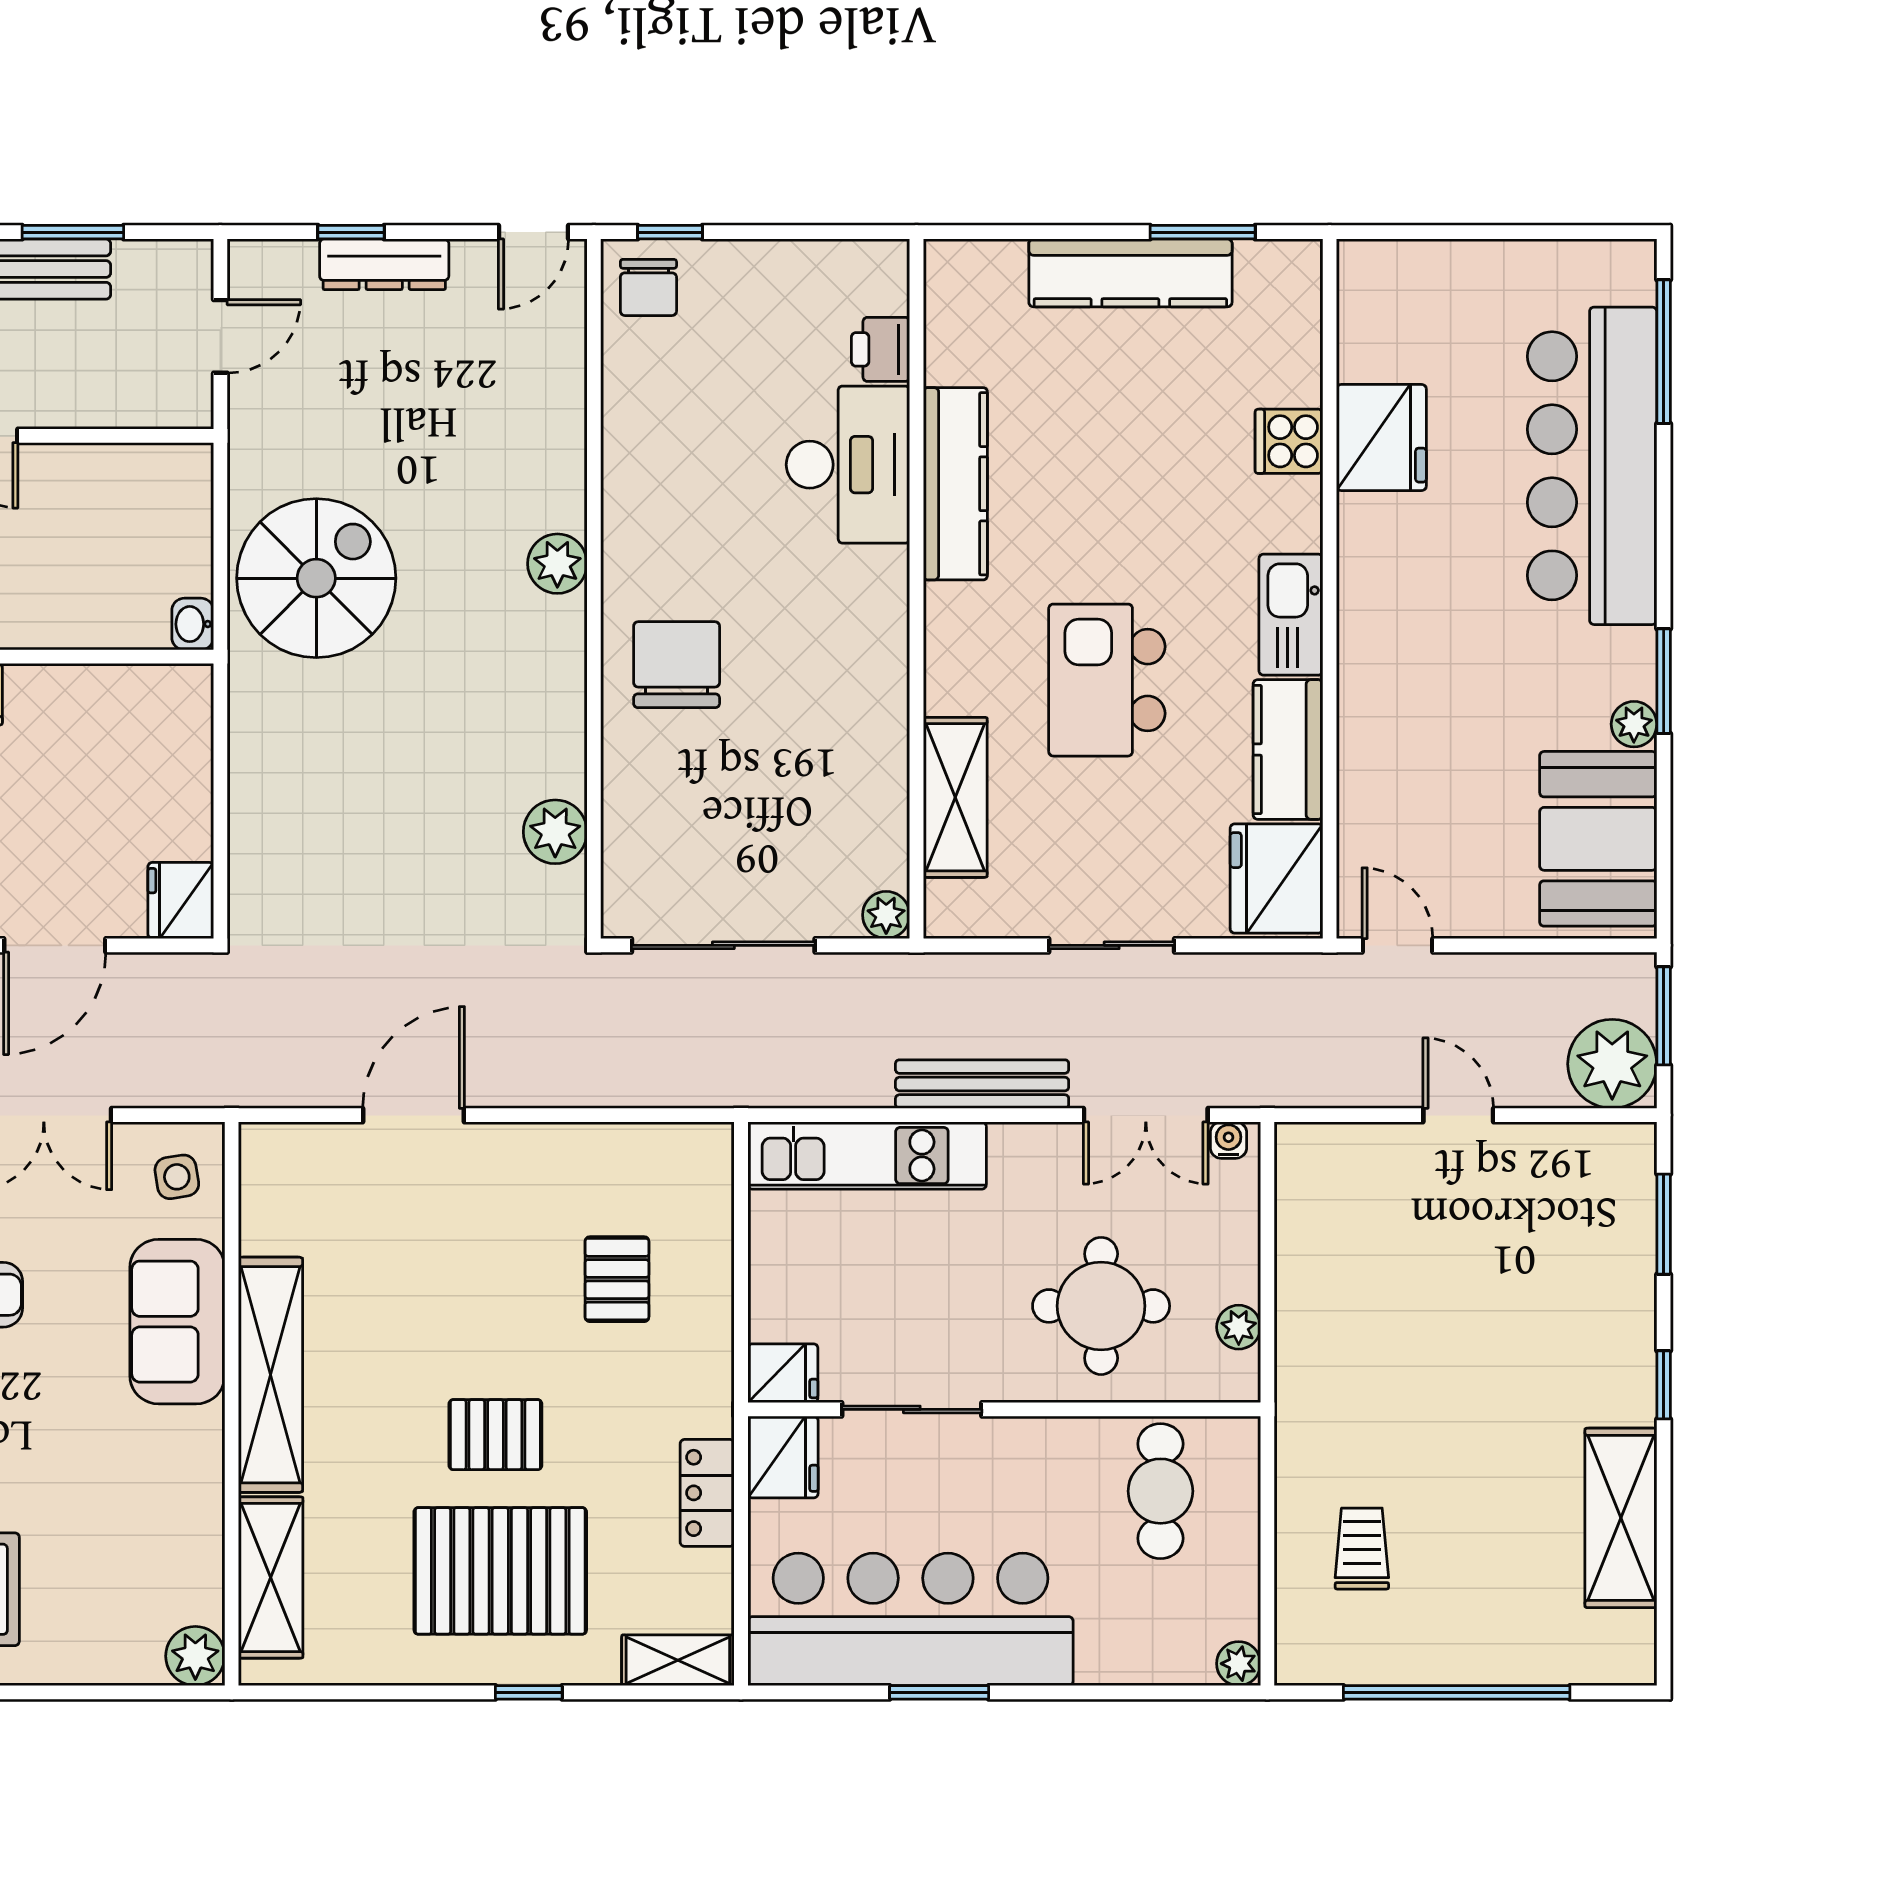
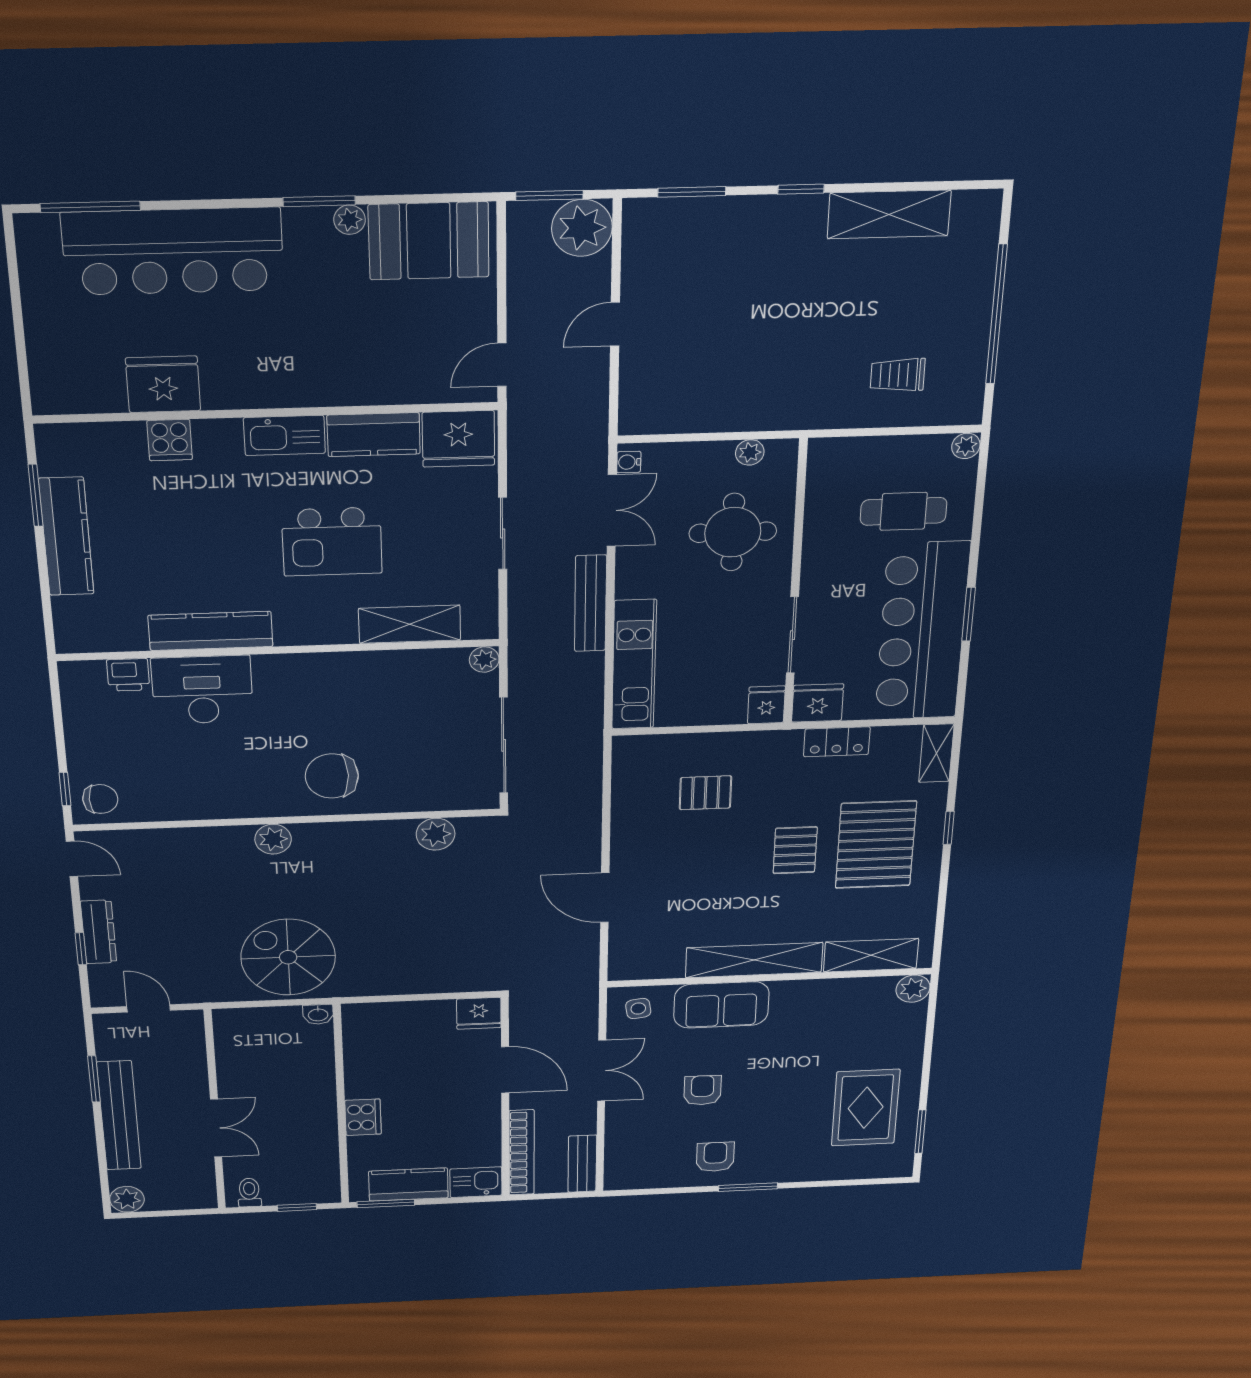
cafe table: (1160, 1491) -> (904, 511), moved

